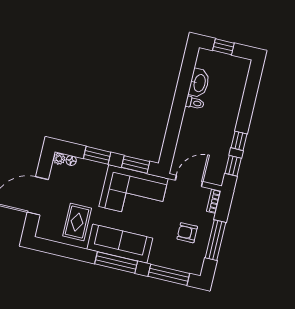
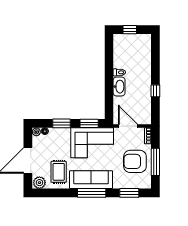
washbasin: (199, 83) -> (119, 87), moved
window: (233, 166) -> (155, 109), removed
door: (189, 181) -> (128, 126), hinge flipped
plant: (47, 231) -> (39, 183), added
armchair: (187, 233) -> (135, 161), width x1.88, depth x1.88
window: (169, 275) -> (129, 193), width x0.69

